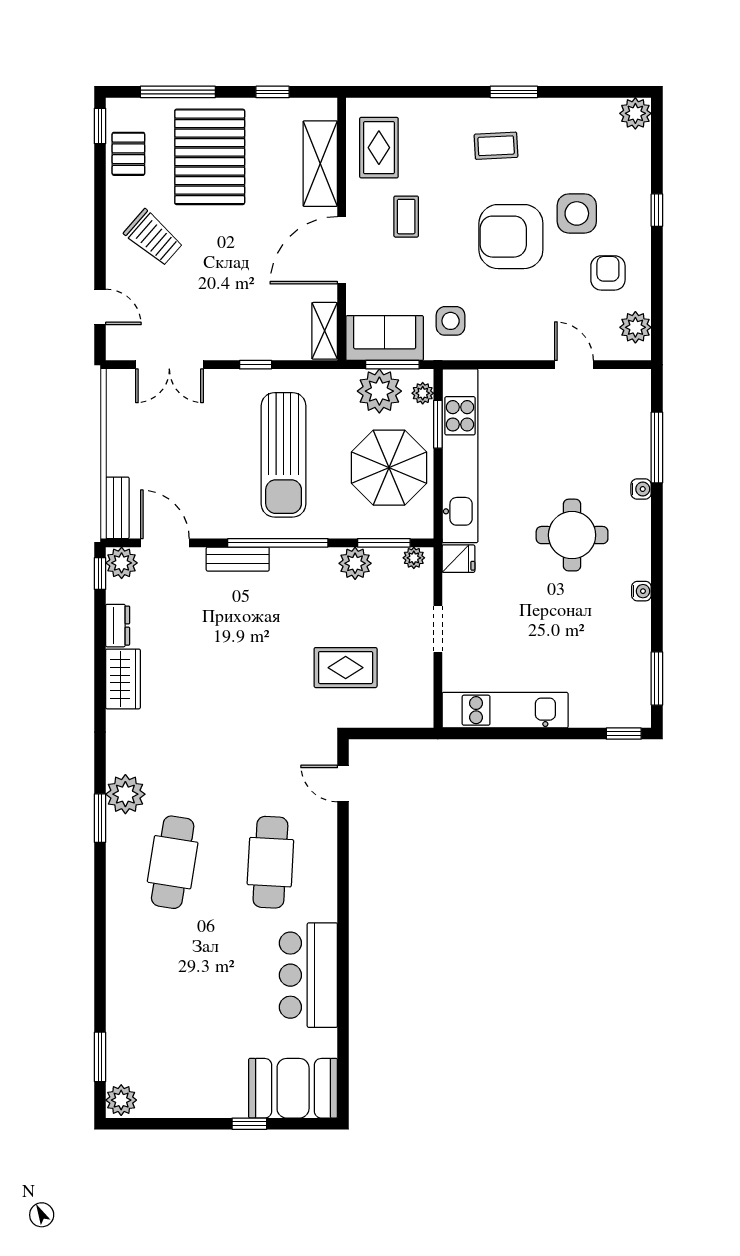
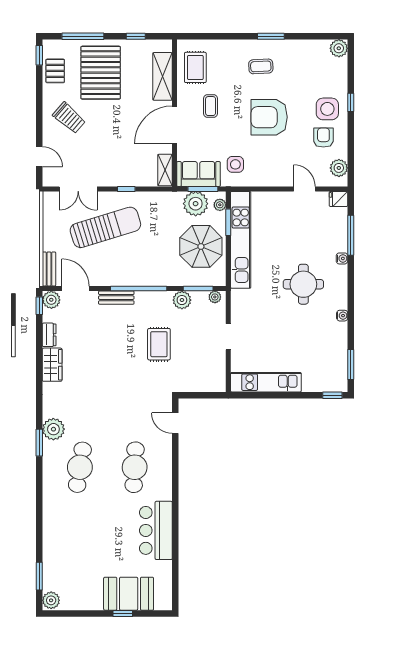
side table: (577, 213) -> (327, 109), moved
sun lounger: (284, 455) -> (105, 227), moved, turned -107
fridge: (458, 559) -> (338, 199), moved, turned 180
rug: (346, 668) -> (159, 344), moved, turned 90
booth: (293, 1088) -> (129, 594), moved

